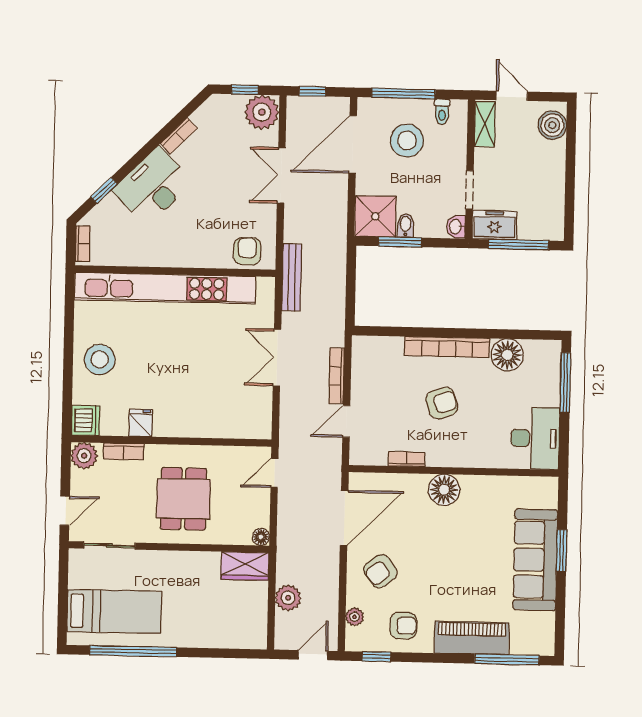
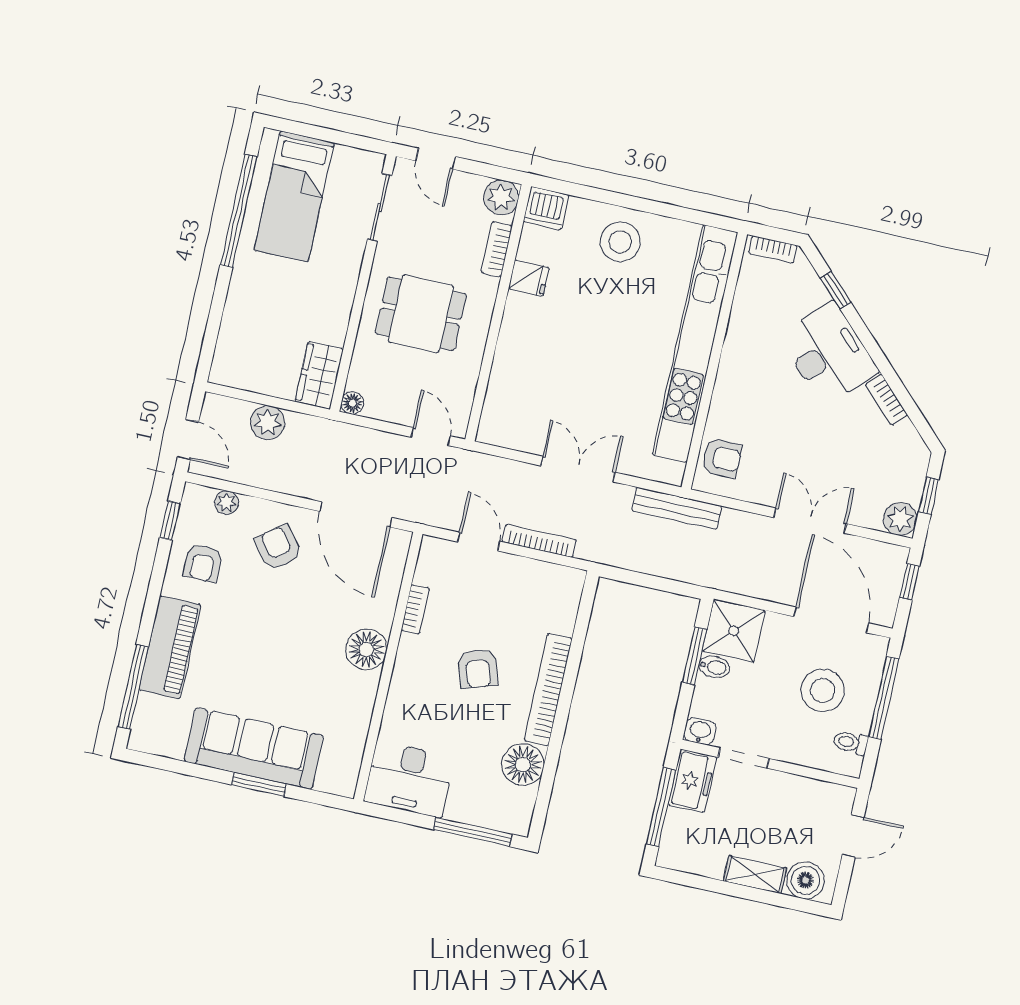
plant: (262, 112) -> (900, 519), width x0.73, depth x0.73
shelving: (485, 124) -> (755, 875), moved

